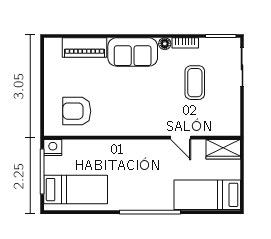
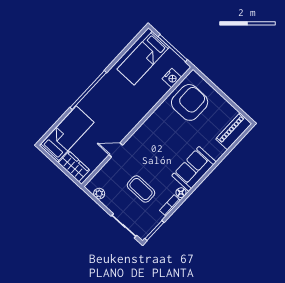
piano: (84, 48) -> (234, 131), moved
armchair: (77, 111) -> (190, 102), width x1.36, depth x1.36
plant: (234, 116) -> (99, 194), added
nightstand: (53, 148) -> (172, 78), moved
wardrobe: (223, 149) -> (74, 166), moved, turned 90

